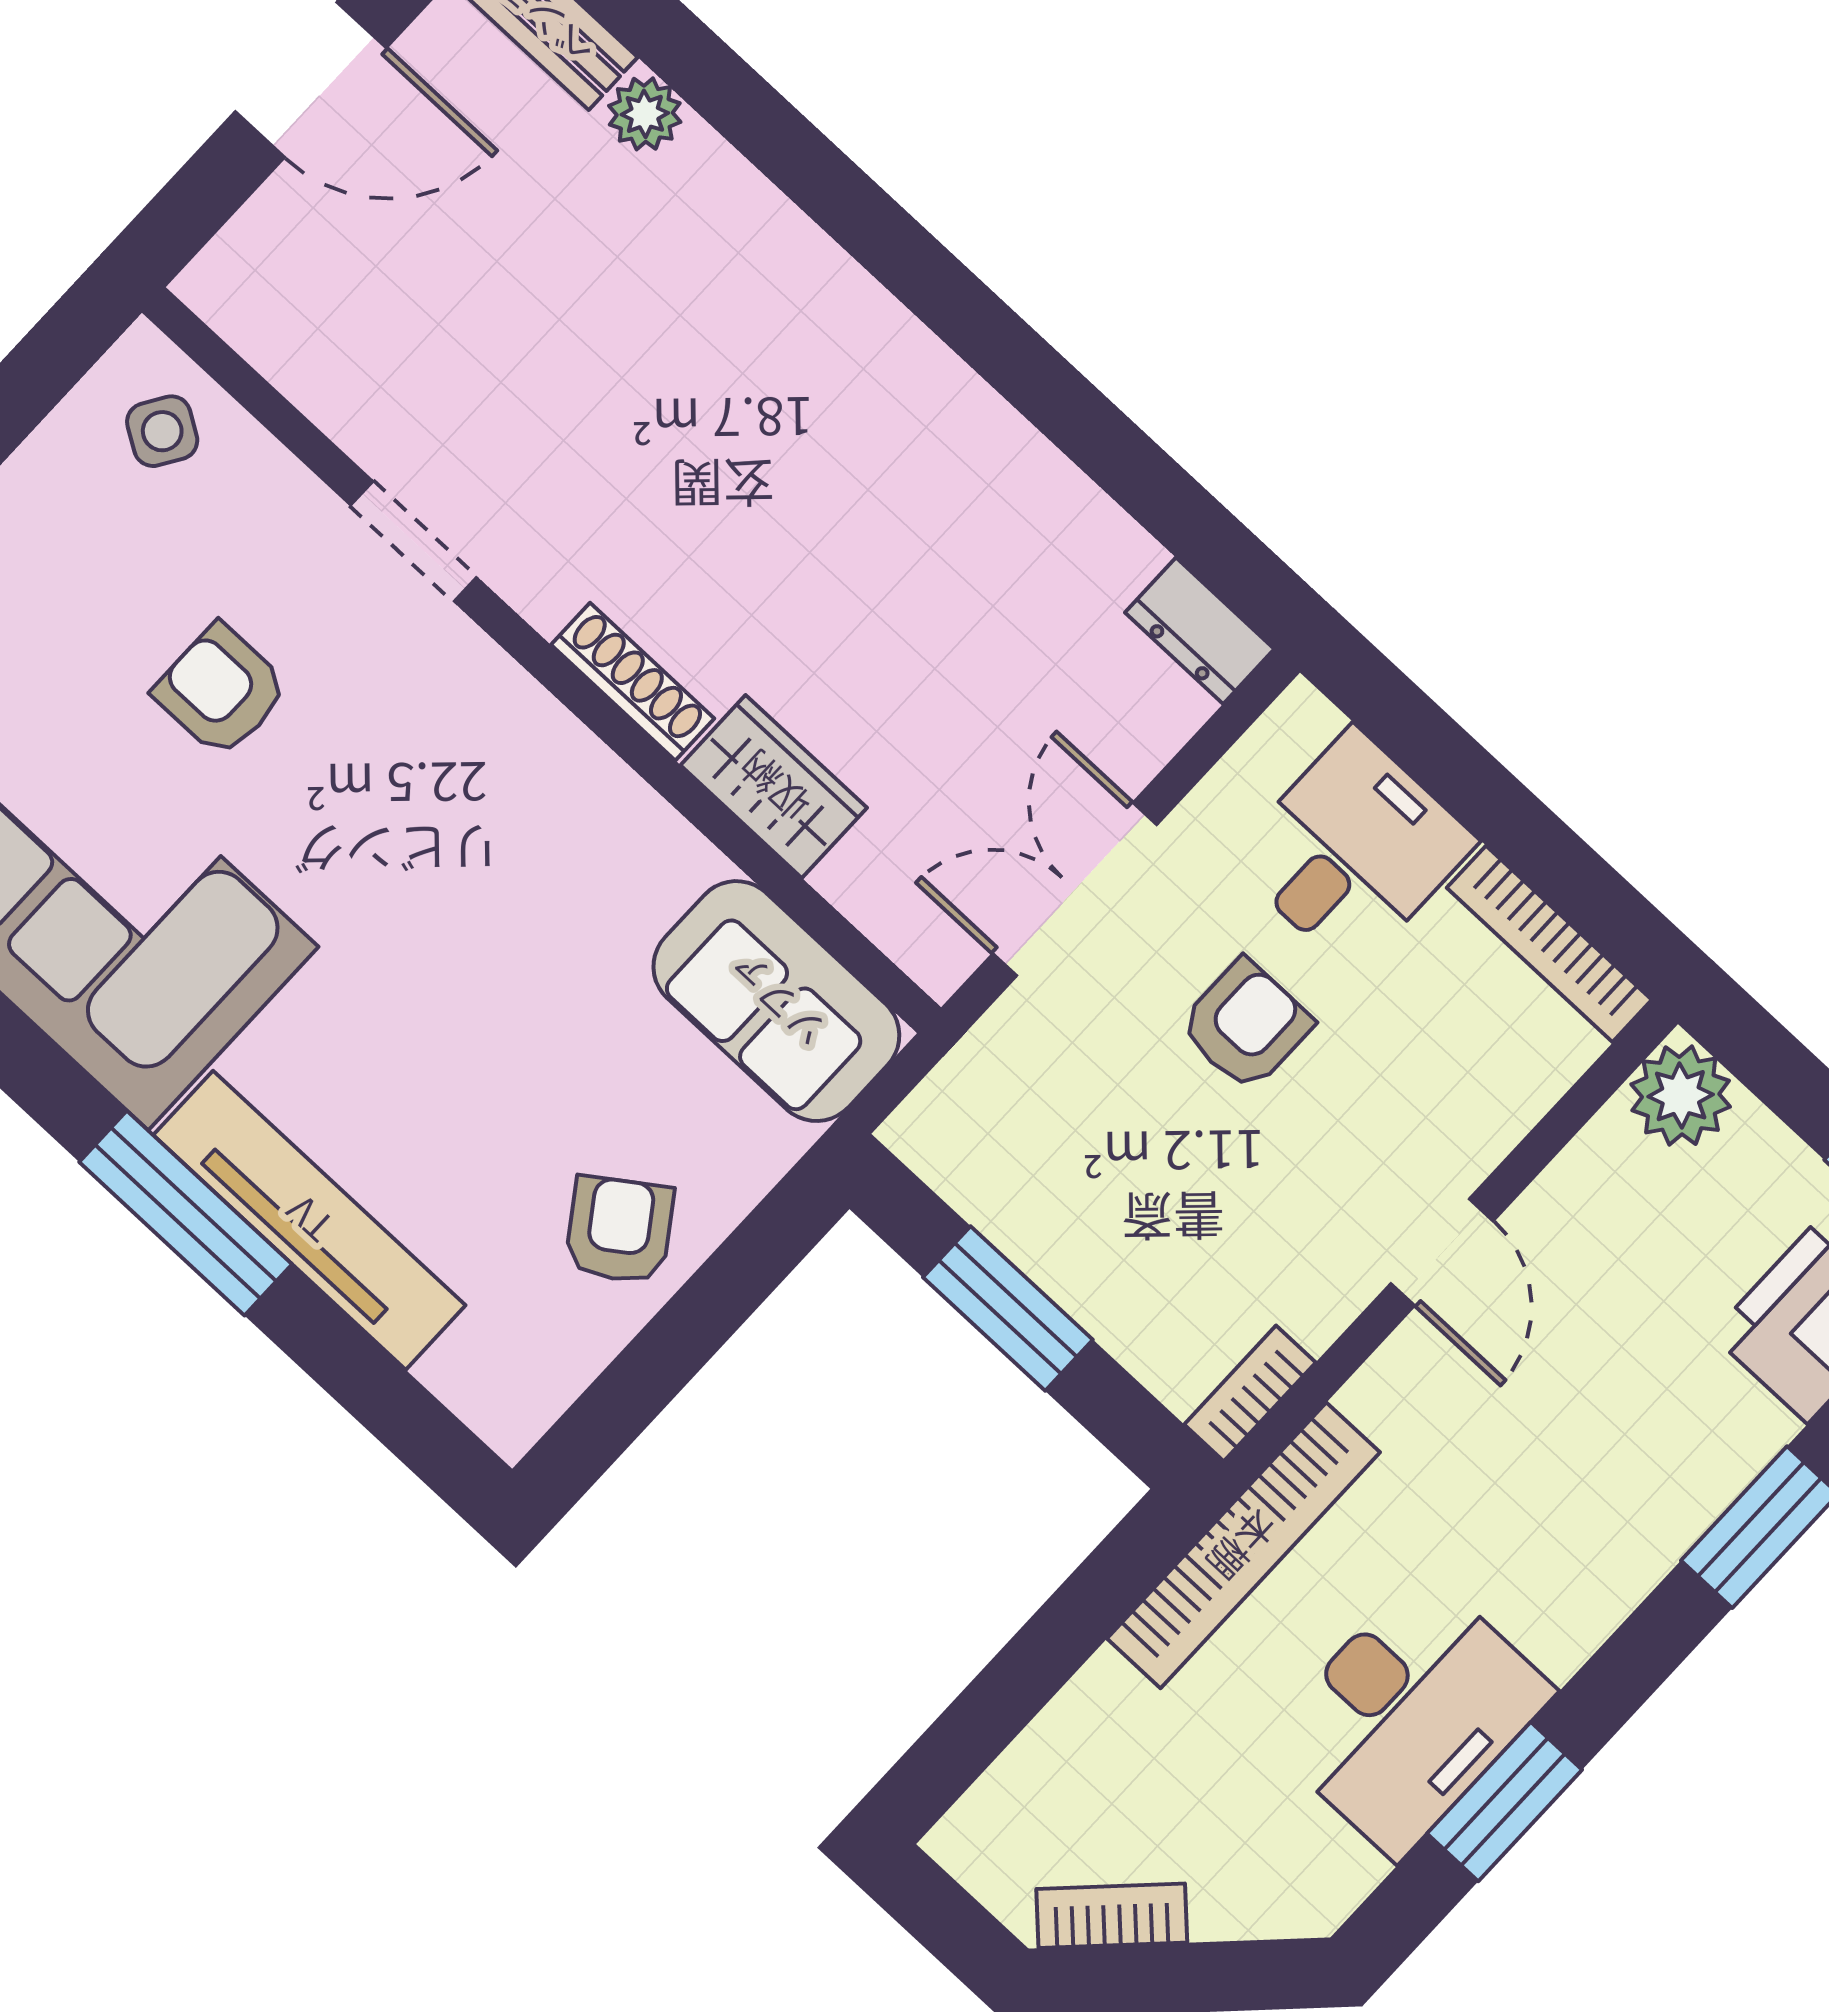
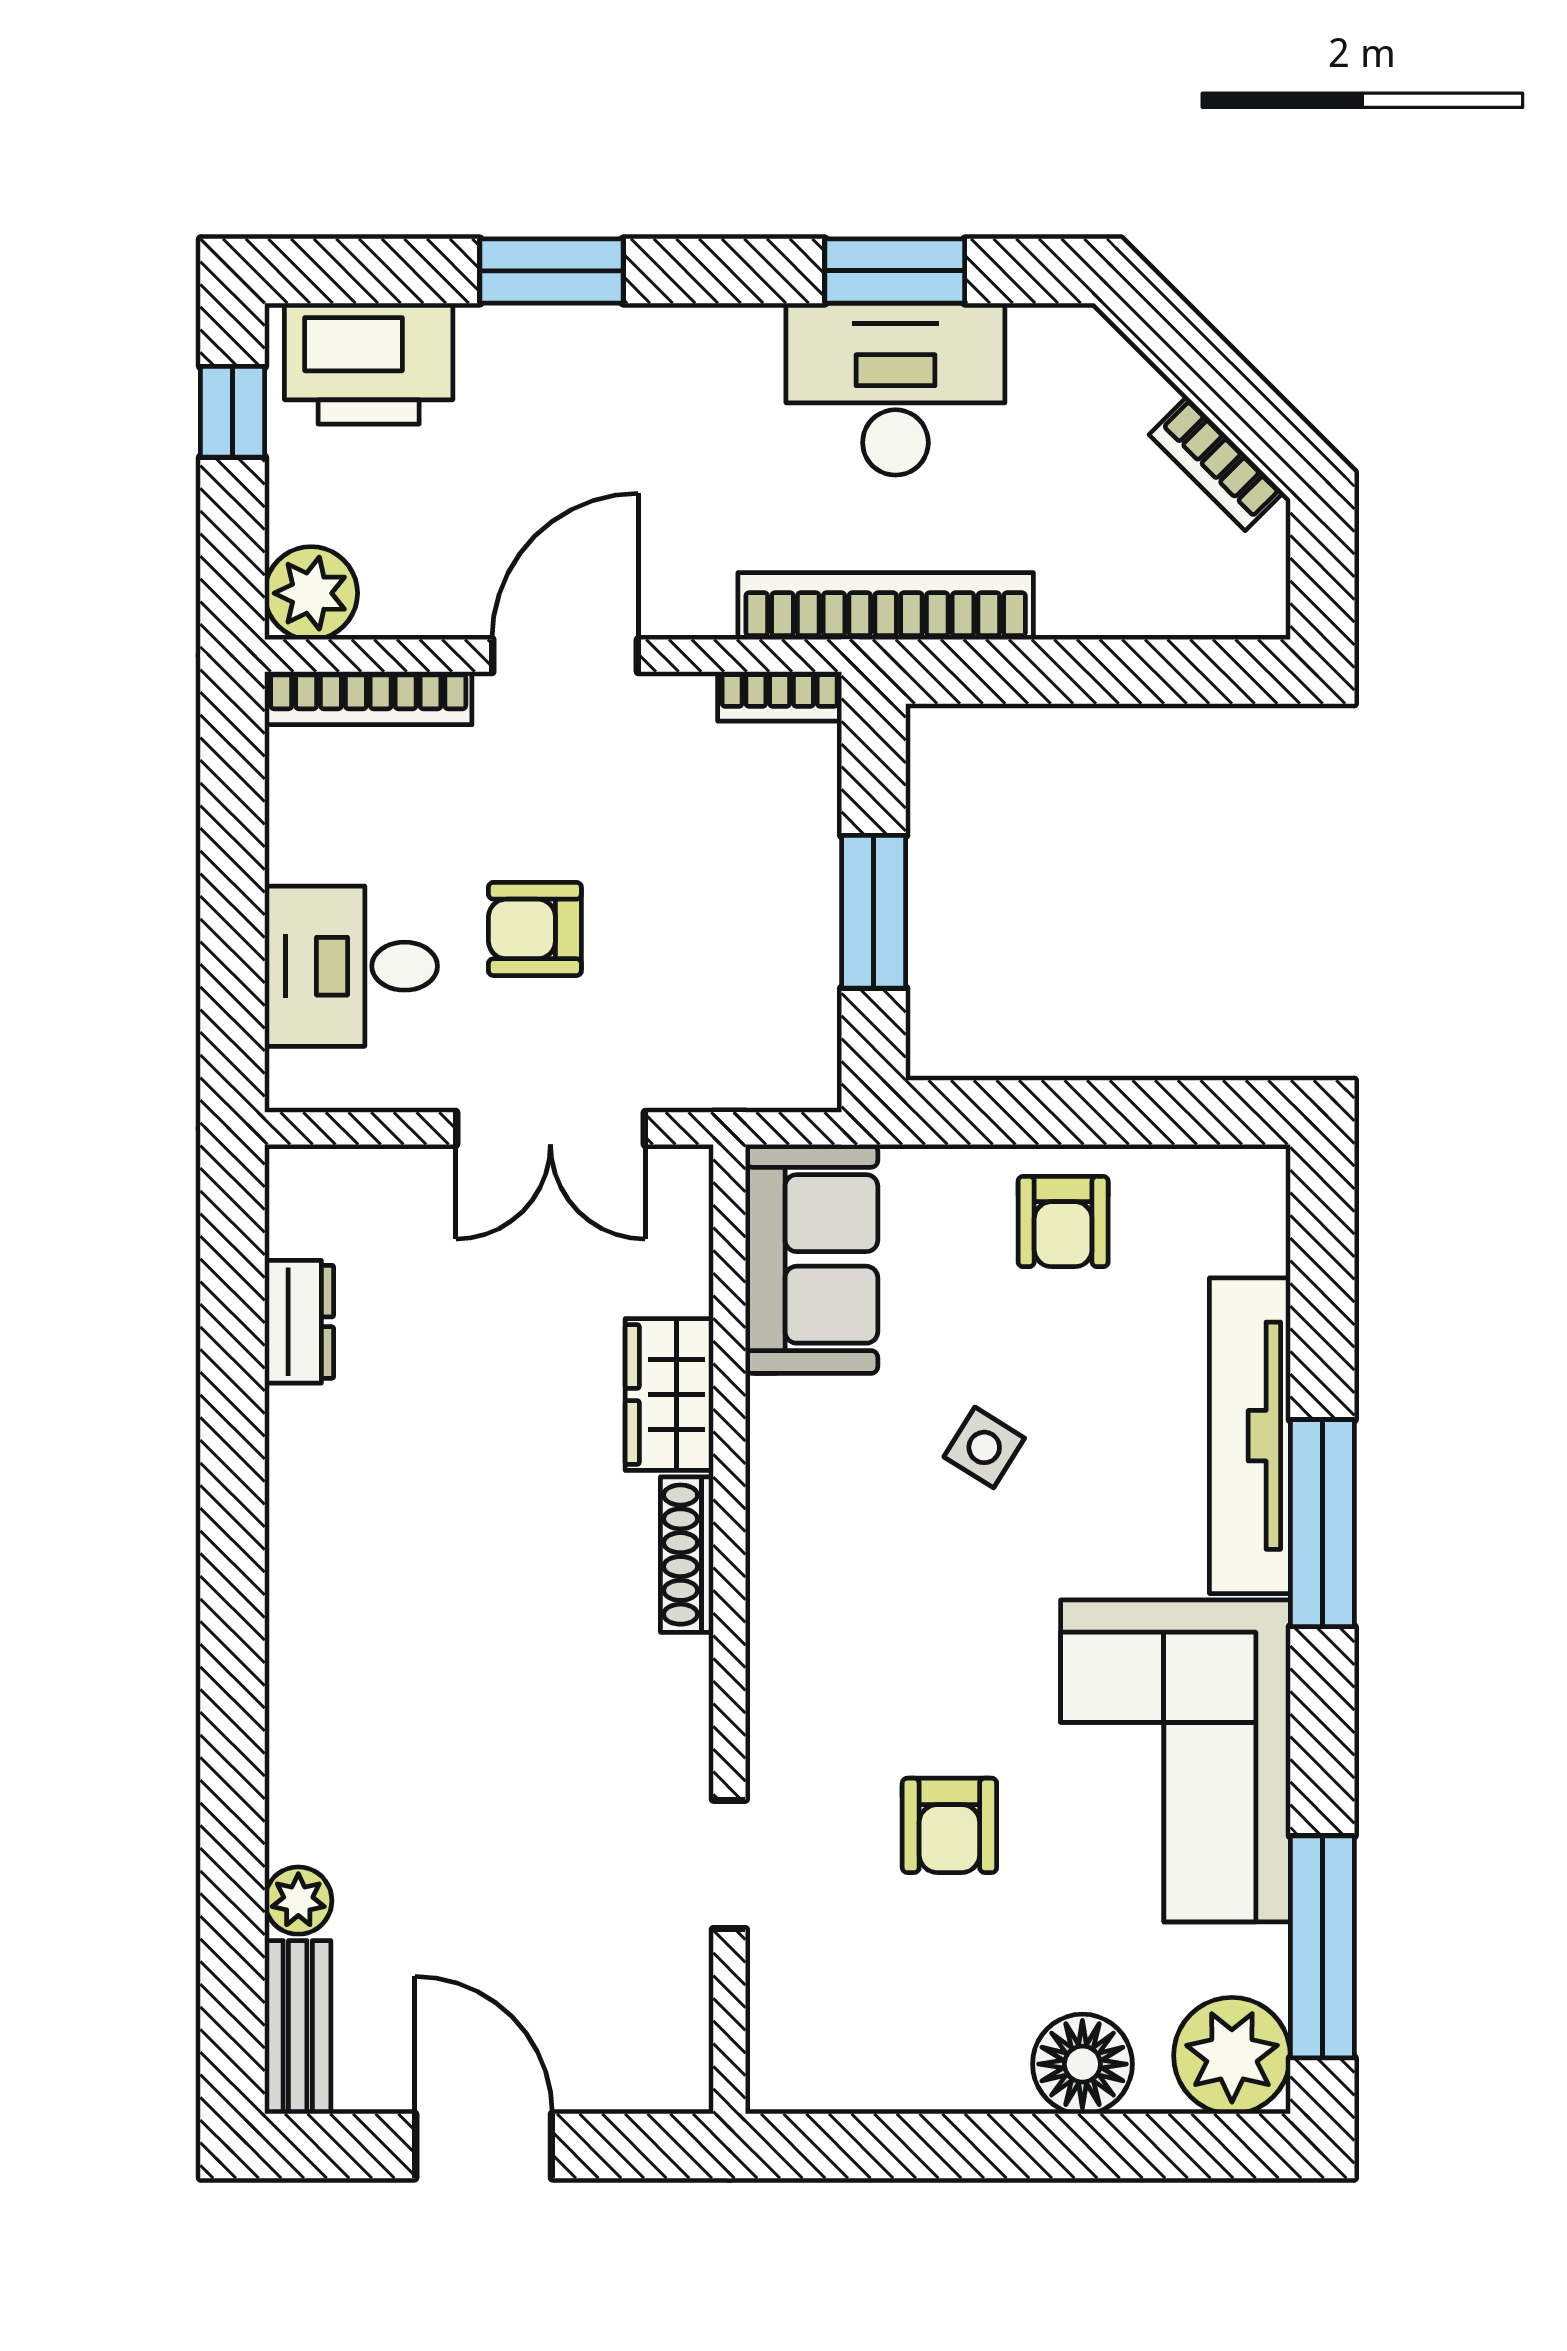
side table: (162, 431) -> (984, 1447), moved
doorway: (413, 541) -> (729, 1864), moved
dresser: (1200, 631) -> (299, 1322), moved
bookcase: (1549, 944) -> (368, 698), moved, turned 90
armchair: (619, 1230) -> (1063, 1222), turned -55
door: (1442, 1252) -> (565, 656), width x1.38

